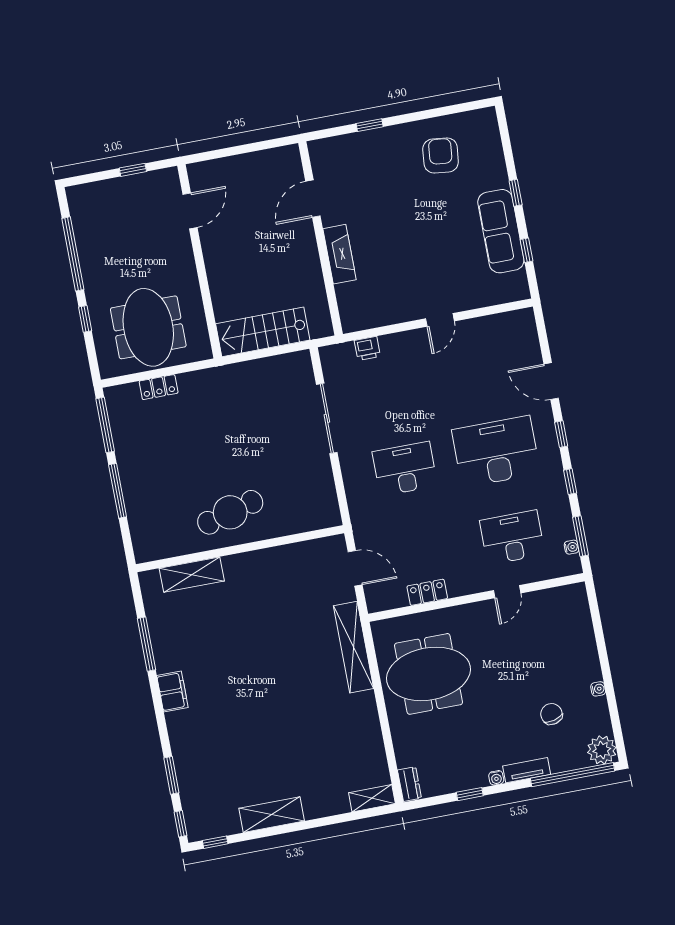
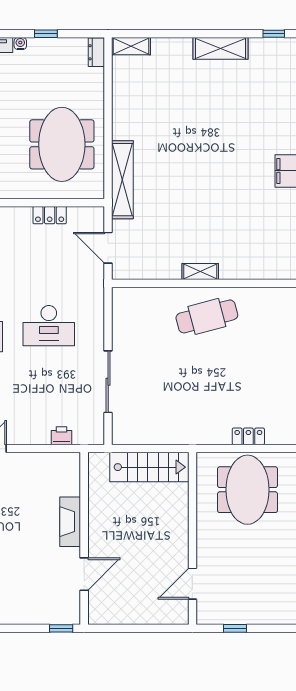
window: (370, 125) -> (61, 628), moved
shelving: (192, 575) -> (200, 272), moved, width x0.67, depth x0.75
meeting table: (429, 674) -> (62, 144), turned 90

